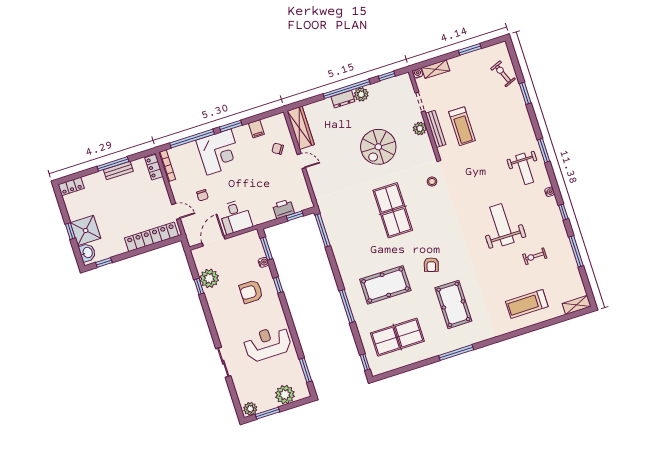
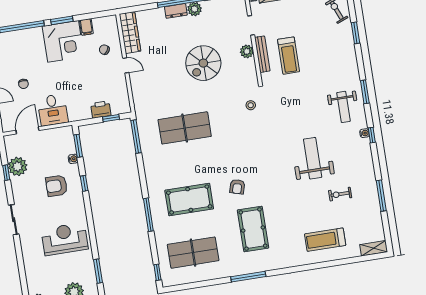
corner desk: (219, 152) -> (63, 41), moved
table tennis table: (393, 210) -> (185, 128), moved, turned 90
window: (563, 212) -> (372, 135), moved
sliding door: (223, 362) -> (14, 220), moved

